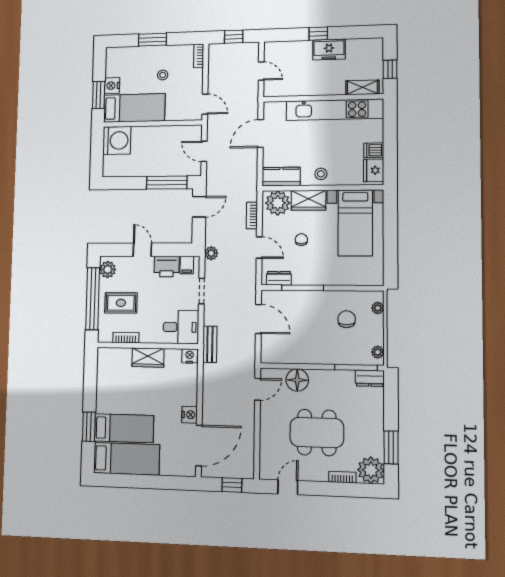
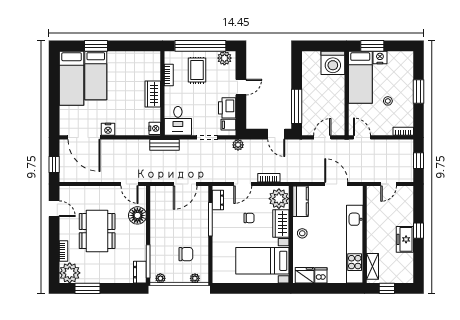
door: (205, 104) -> (362, 137), swing flipped

